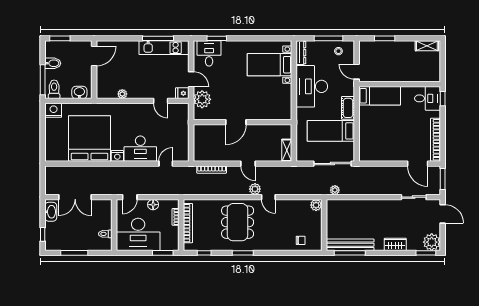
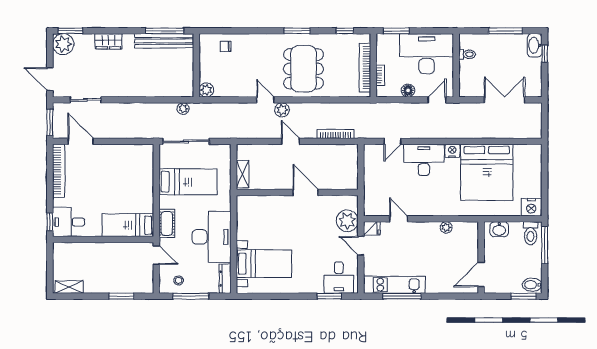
bidet: (53, 63) -> (532, 285), moved
cot: (348, 108) -> (167, 223), moved
door: (236, 122) -> (306, 193), hinge flipped
shelving: (287, 150) -> (243, 174), moved
washbasin: (51, 212) -> (535, 45), moved

